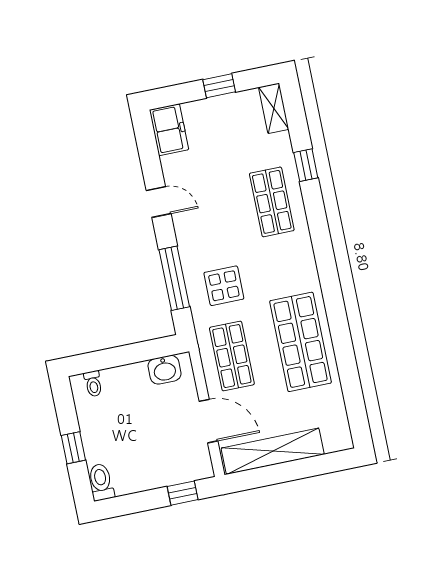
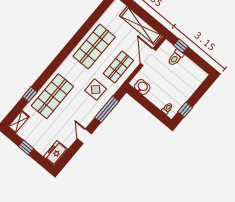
shop shelf: (272, 202) -> (52, 96), width x1.43, depth x1.36
window: (73, 448) -> (185, 110), moved
toilet: (101, 482) -> (176, 58), moved

